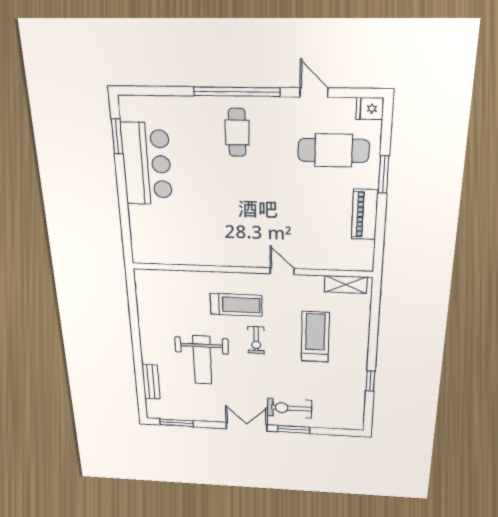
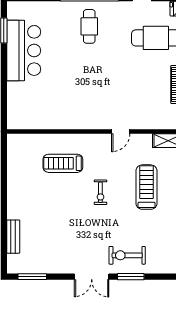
door: (282, 271) -> (121, 132), swing flipped
treadmill: (236, 305) -> (63, 163), moved, turned 180
weight bench: (202, 360) -> (57, 213), removed
double door: (247, 427) -> (92, 277), swing flipped

